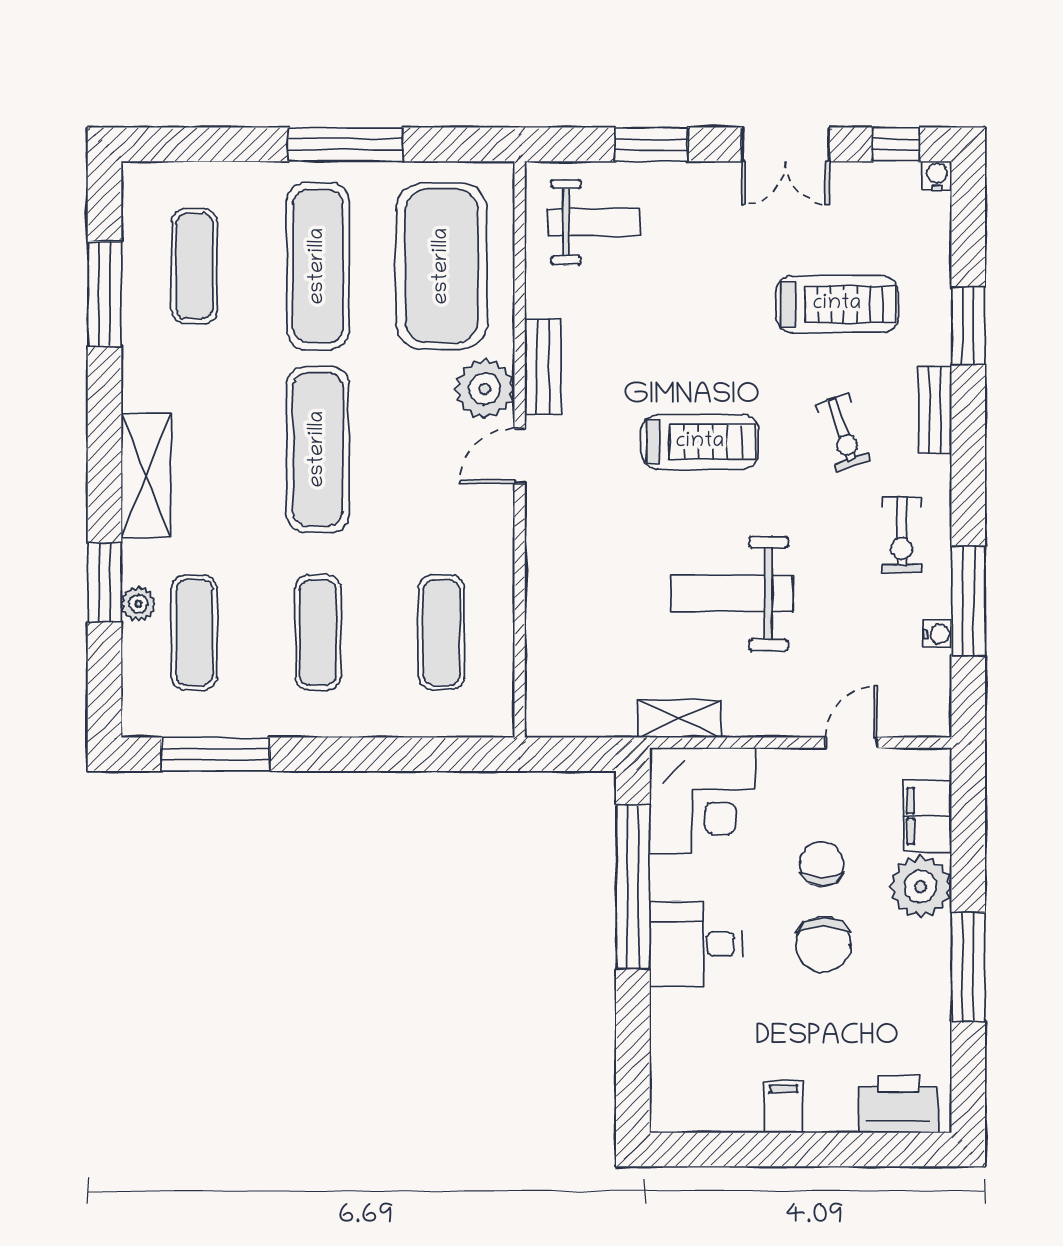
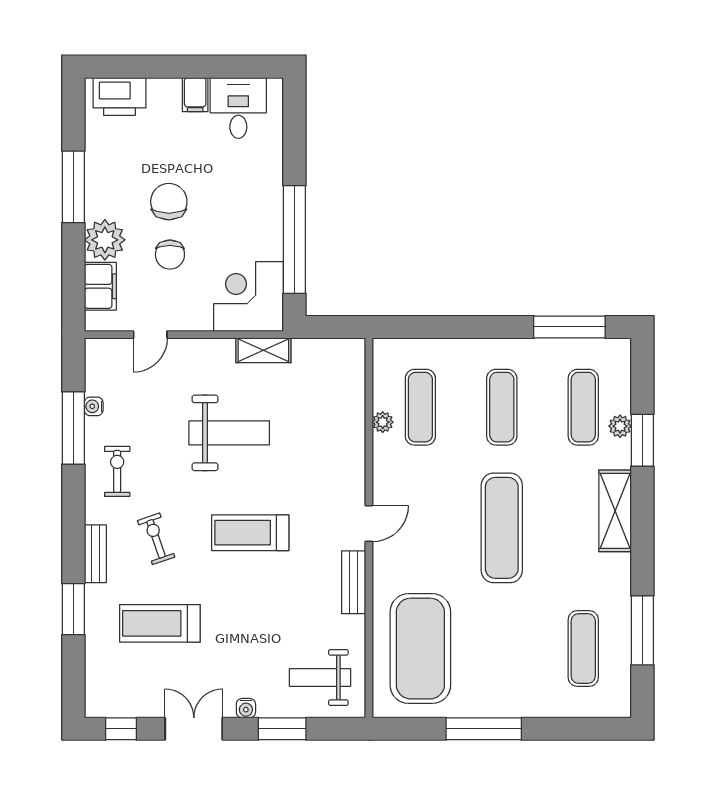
water cooler: (937, 176) -> (246, 708), moved
exercise mat: (318, 266) -> (502, 649), removed
plant: (485, 389) -> (383, 422), moved, width x0.53, depth x0.53
desk: (696, 944) -> (238, 108), moved, turned -90

